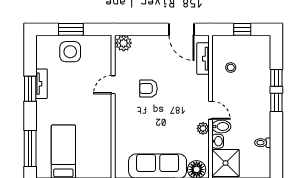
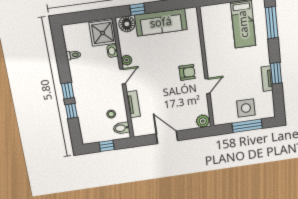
window: (71, 29) -> (247, 126), width x1.44
door: (182, 29) -> (167, 137), moved
tv unit: (203, 59) -> (133, 104), moved
armchair: (148, 88) -> (187, 72), moved
door: (210, 110) -> (123, 76), swing flipped
bidet: (221, 127) -> (121, 128), moved

